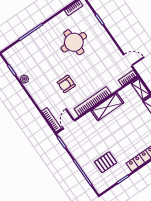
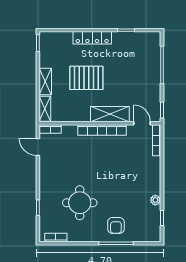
armchair: (66, 84) -> (116, 225), moved, turned 90
shelving: (107, 107) -> (110, 114), moved
door: (69, 124) -> (142, 123), swing flipped
pallet: (106, 162) -> (86, 78), moved, width x1.50, depth x1.42

